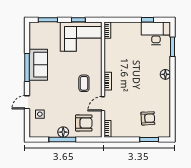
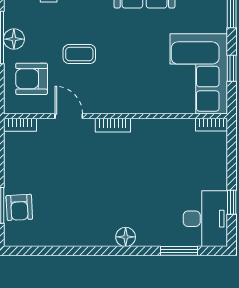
coffee table: (84, 83) -> (79, 54), moved
armchair: (148, 118) -> (19, 207), moved
armchair: (84, 123) -> (32, 79), turned 90

